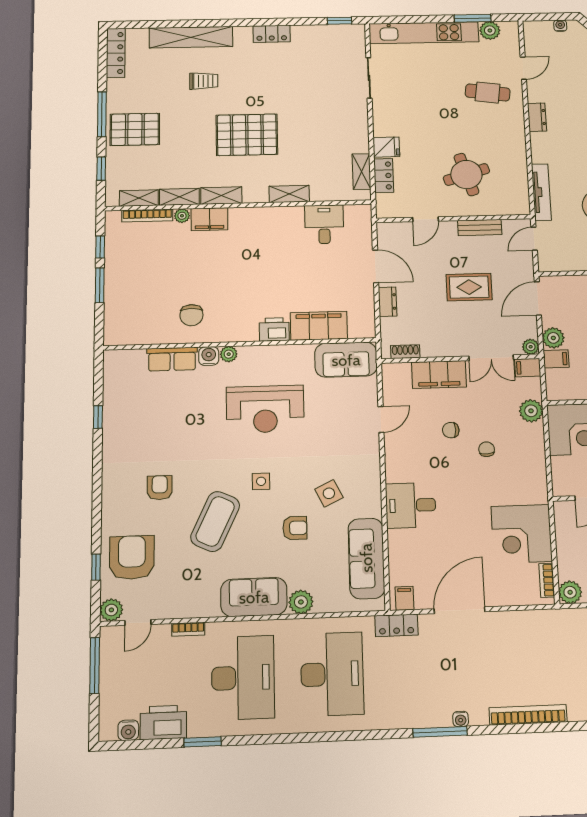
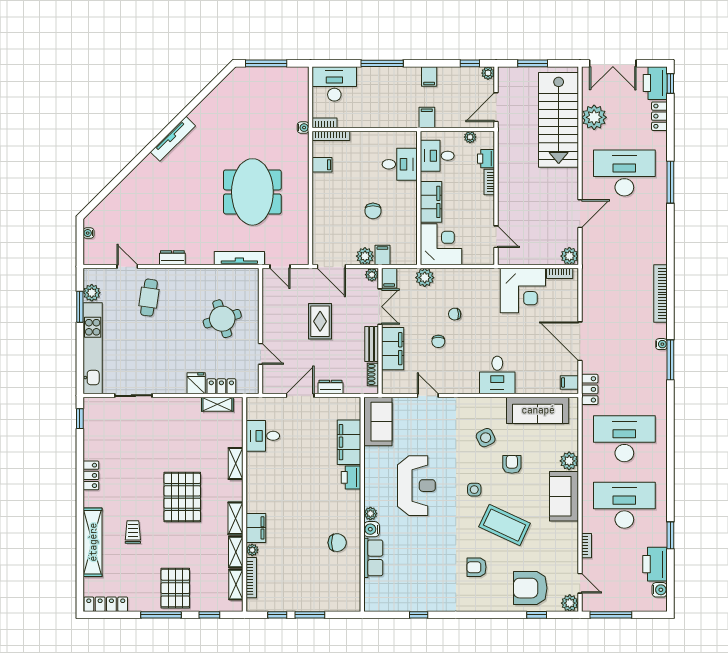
bench: (480, 227) -> (372, 344), moved

